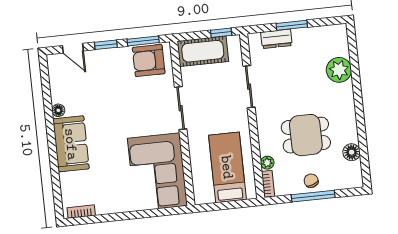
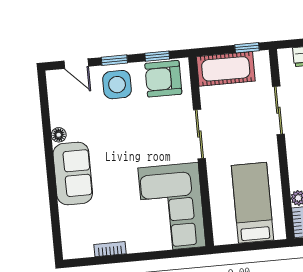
window: (143, 41) -> (157, 56), width x0.67
side table: (108, 66) -> (117, 85), added
bookcase: (81, 212) -> (110, 249), moved

